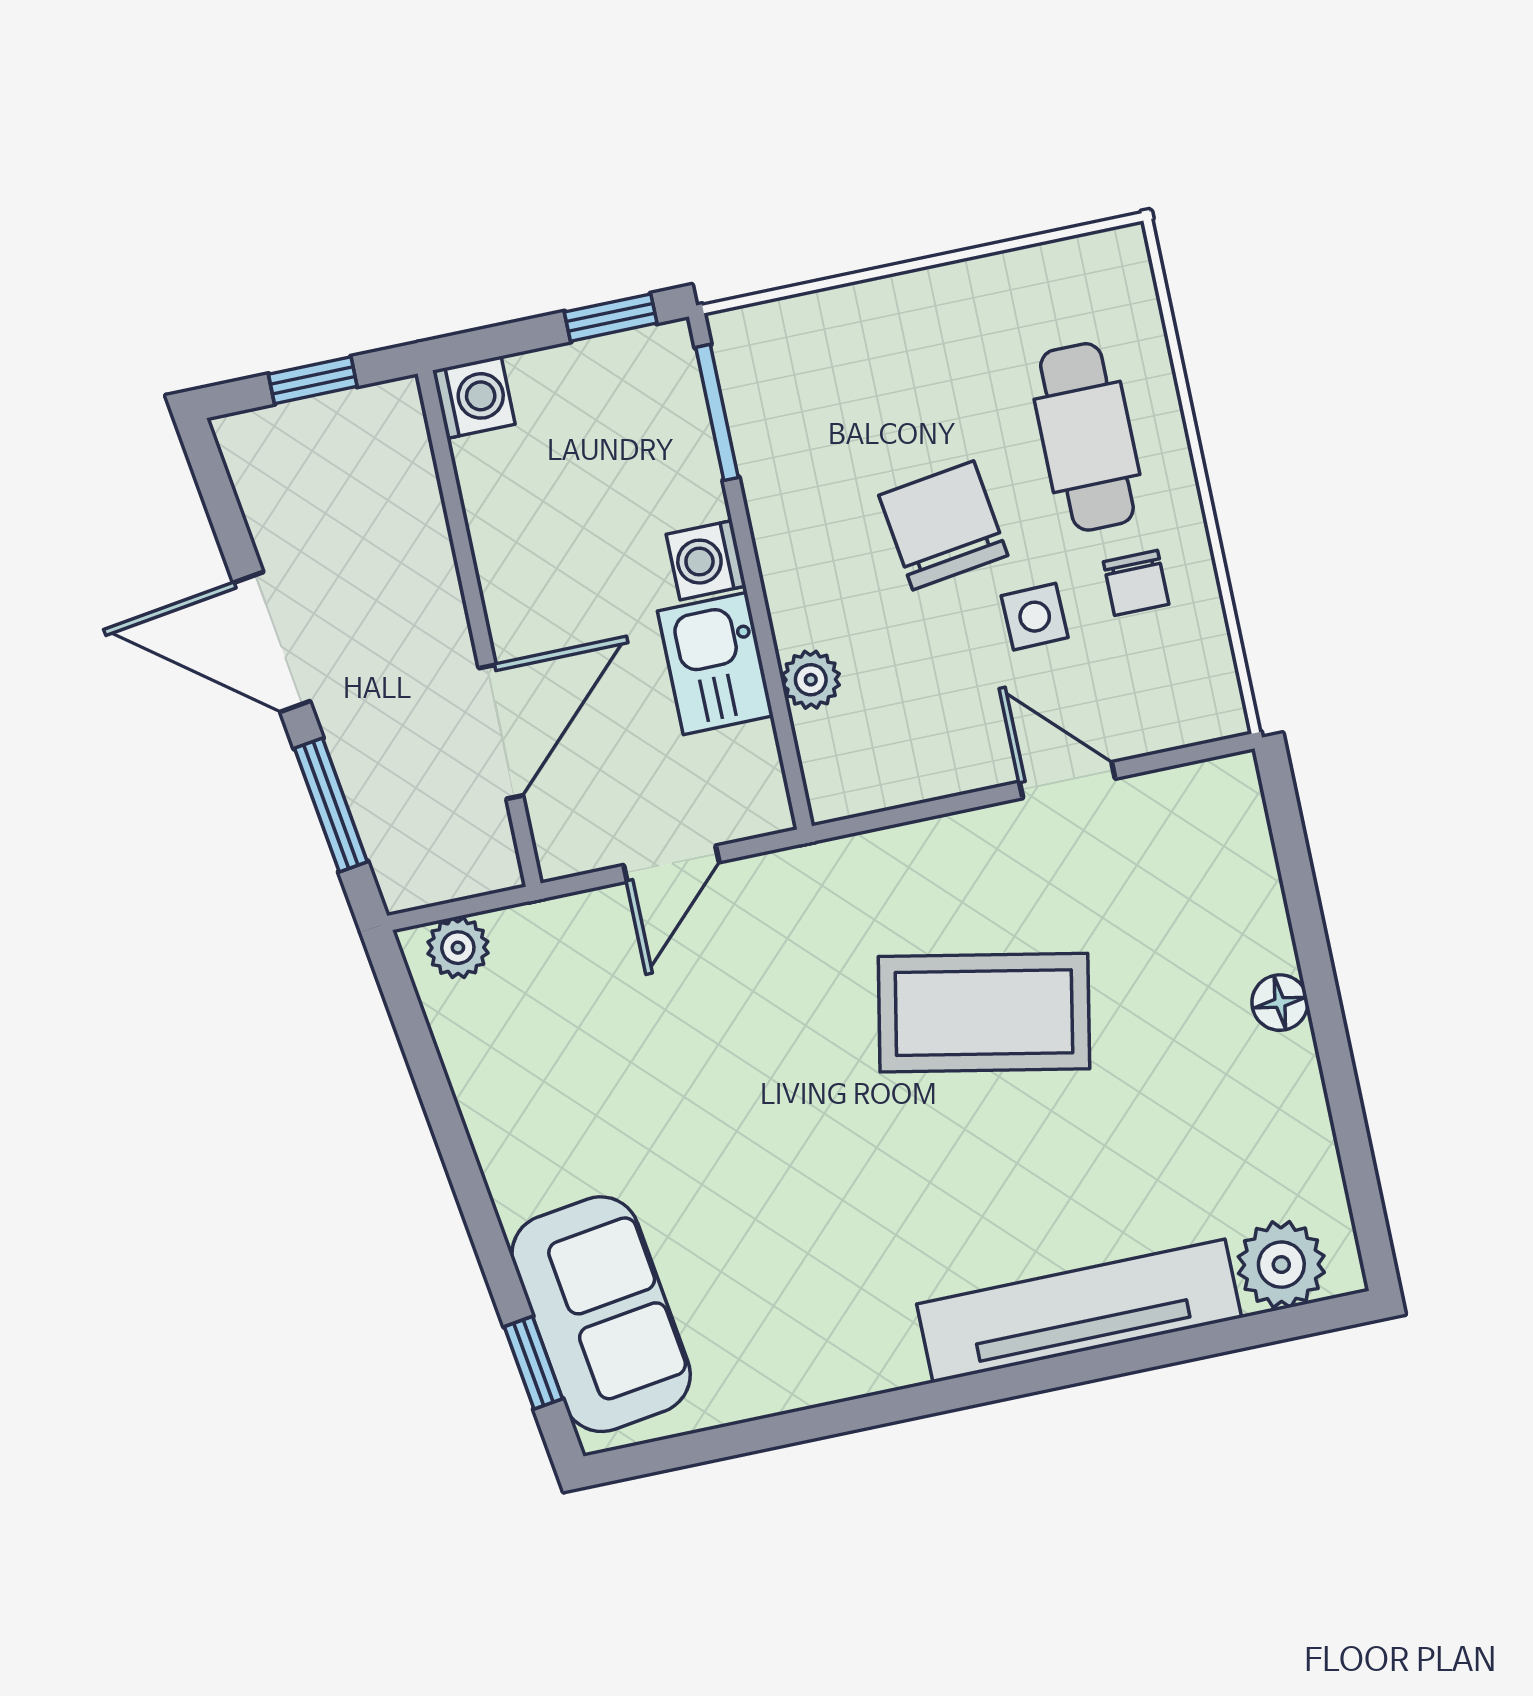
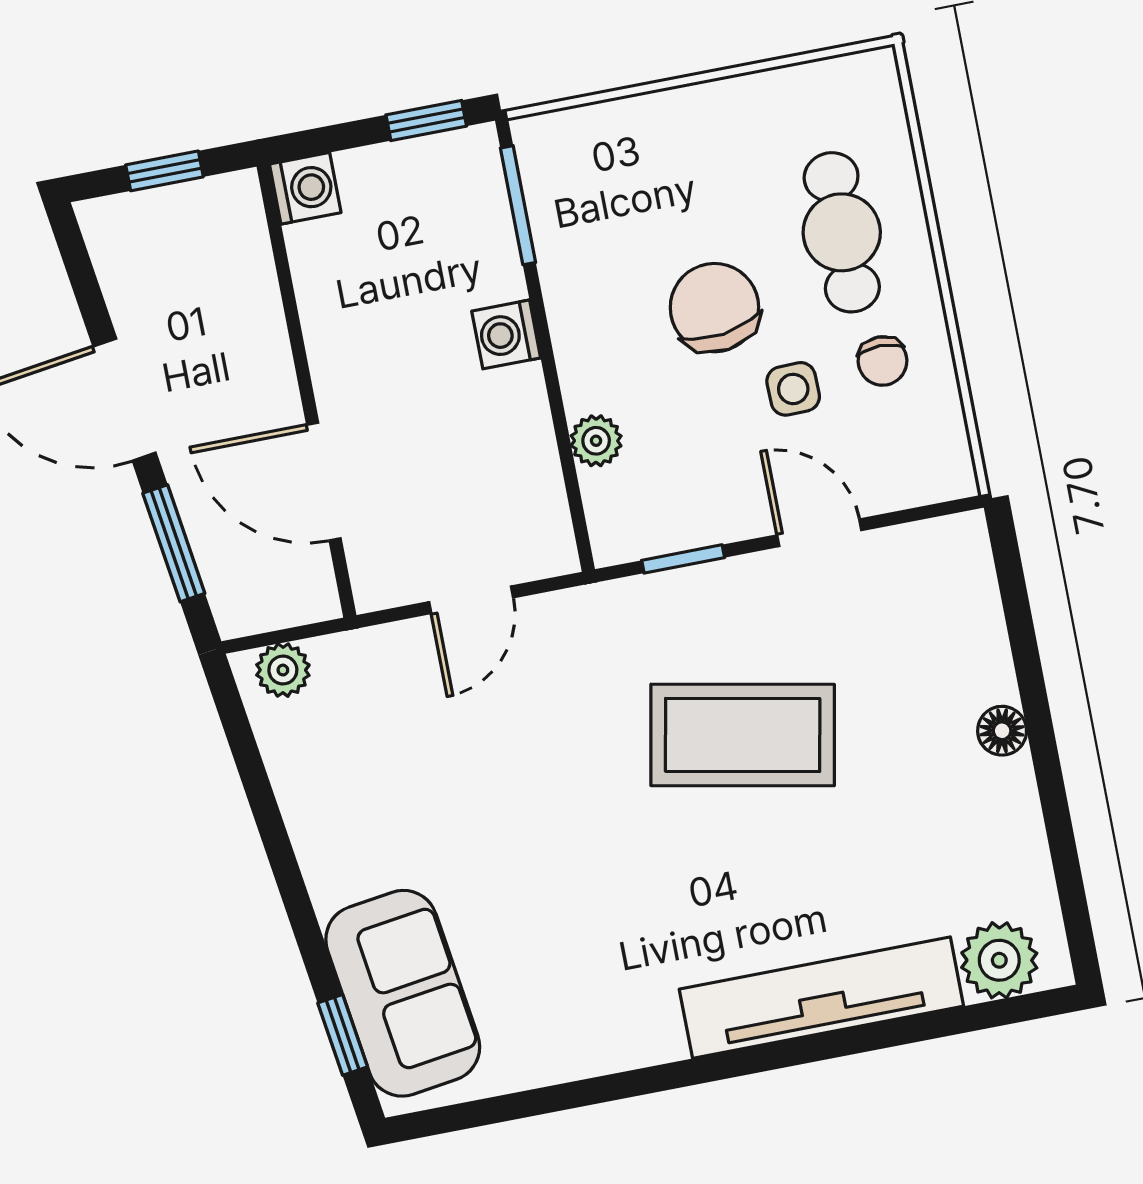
kitchen sink: (715, 663) -> (513, 425), removed
door: (501, 732) -> (324, 482), swing flipped
window: (912, 813) -> (683, 559), added

